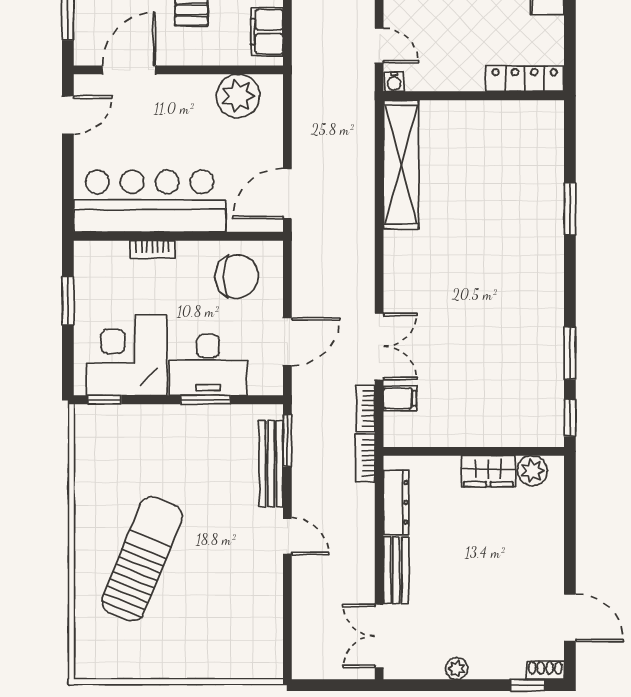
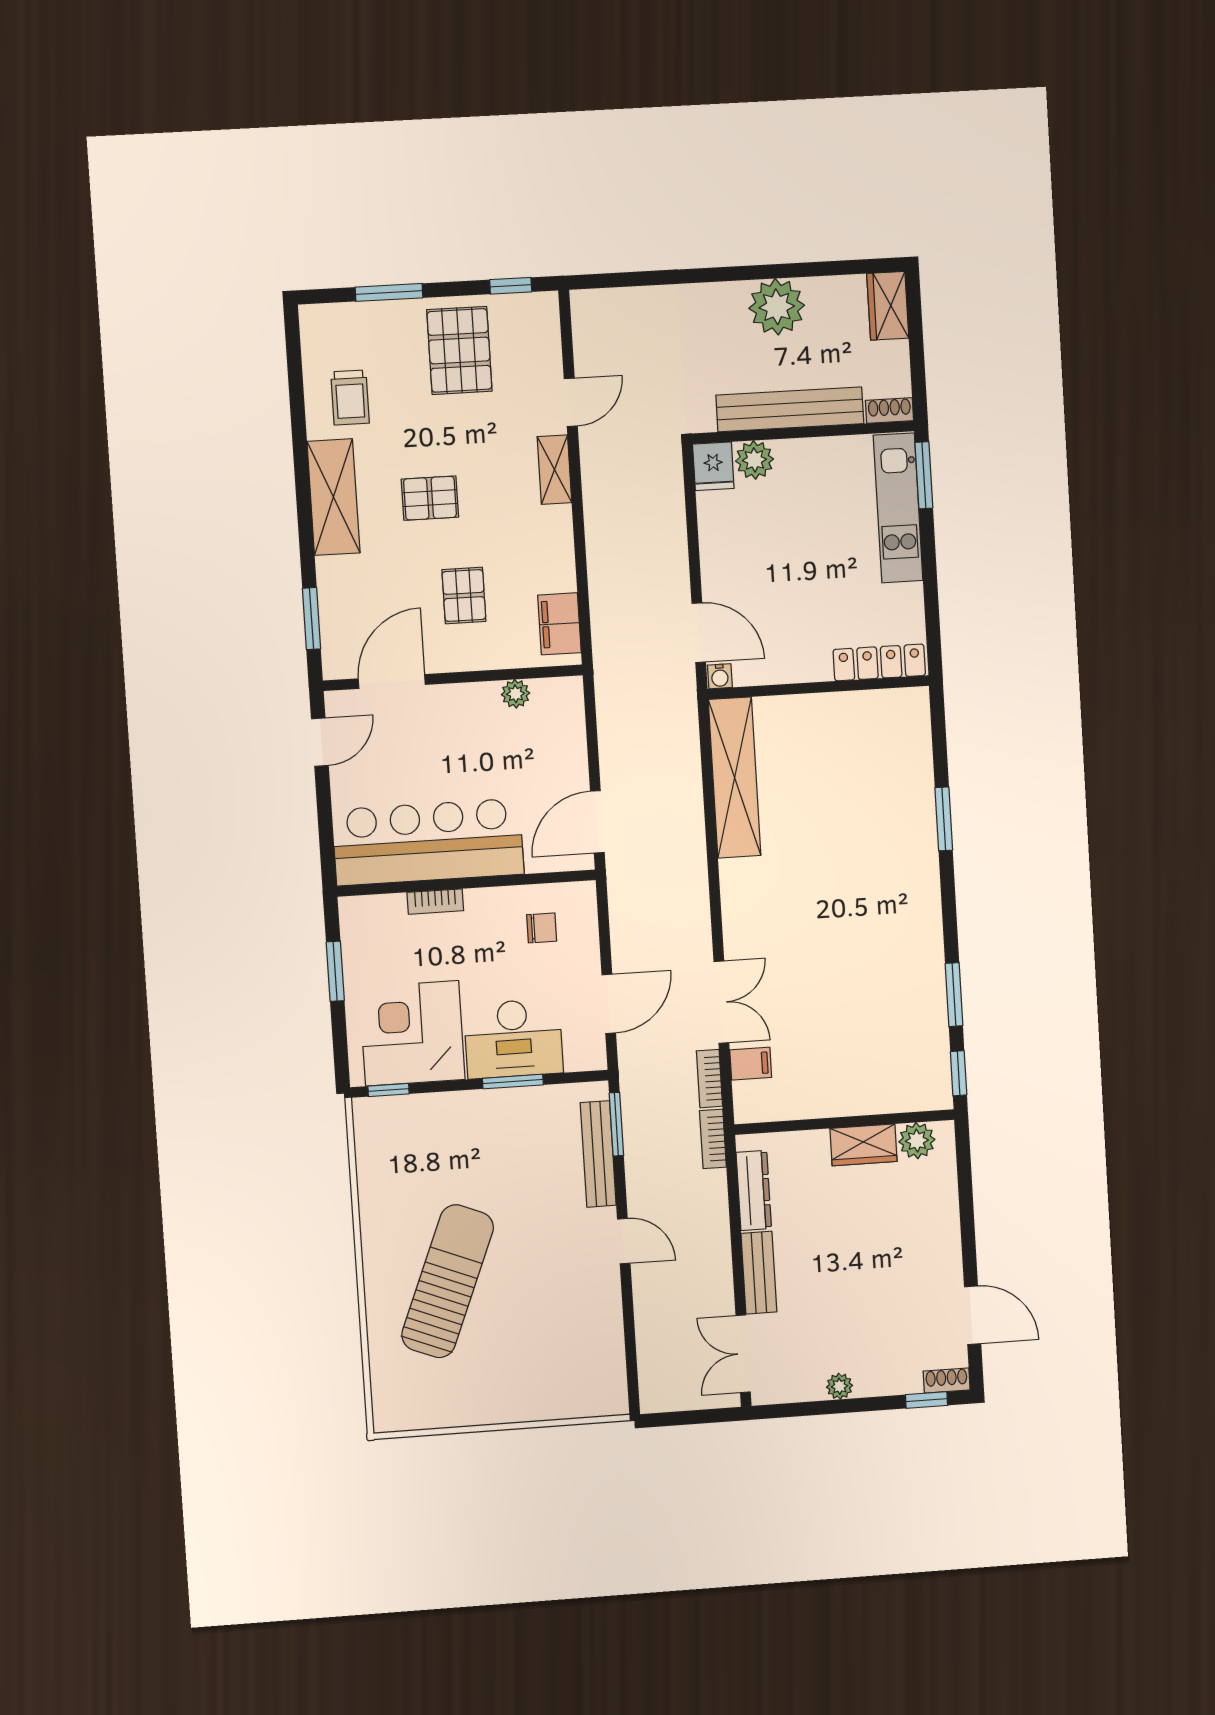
door: (379, 46) -> (699, 633), width x1.38
plant: (238, 96) -> (516, 694), width x0.53, depth x0.53
chair: (237, 276) -> (542, 928), width x0.54, depth x0.54

